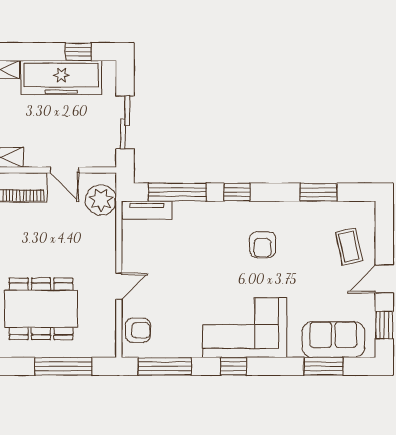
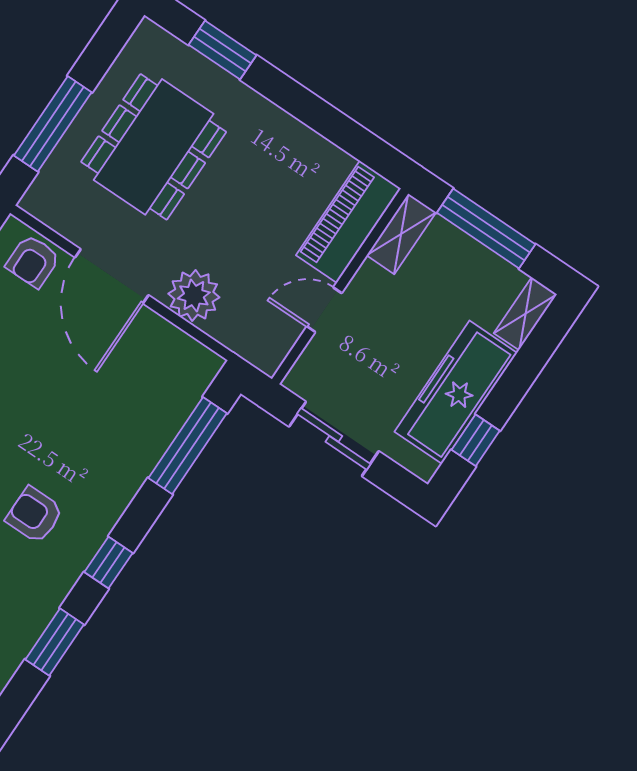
window: (237, 192) -> (108, 563), moved
plant: (101, 200) -> (194, 295), moved
tv unit: (147, 210) -> (191, 387), removed
door: (119, 286) -> (112, 276), width x1.87

